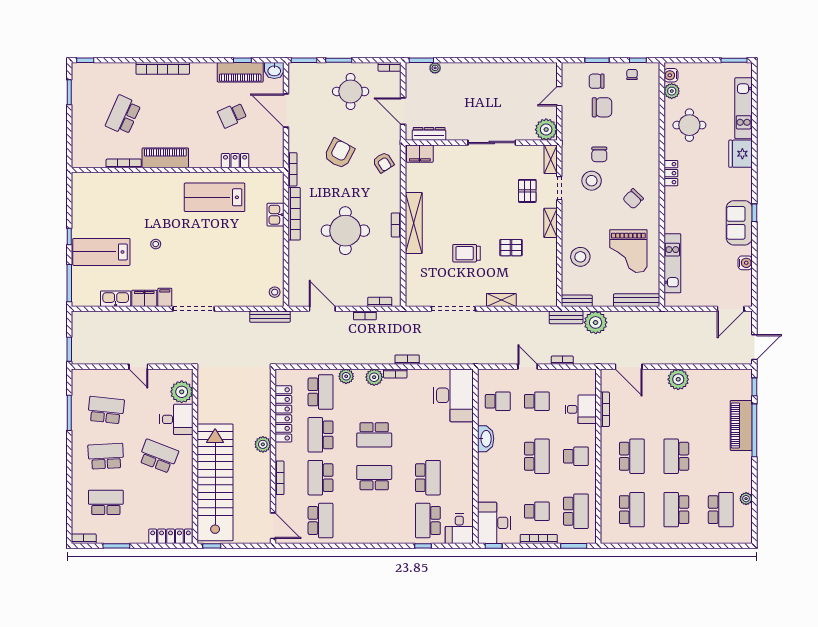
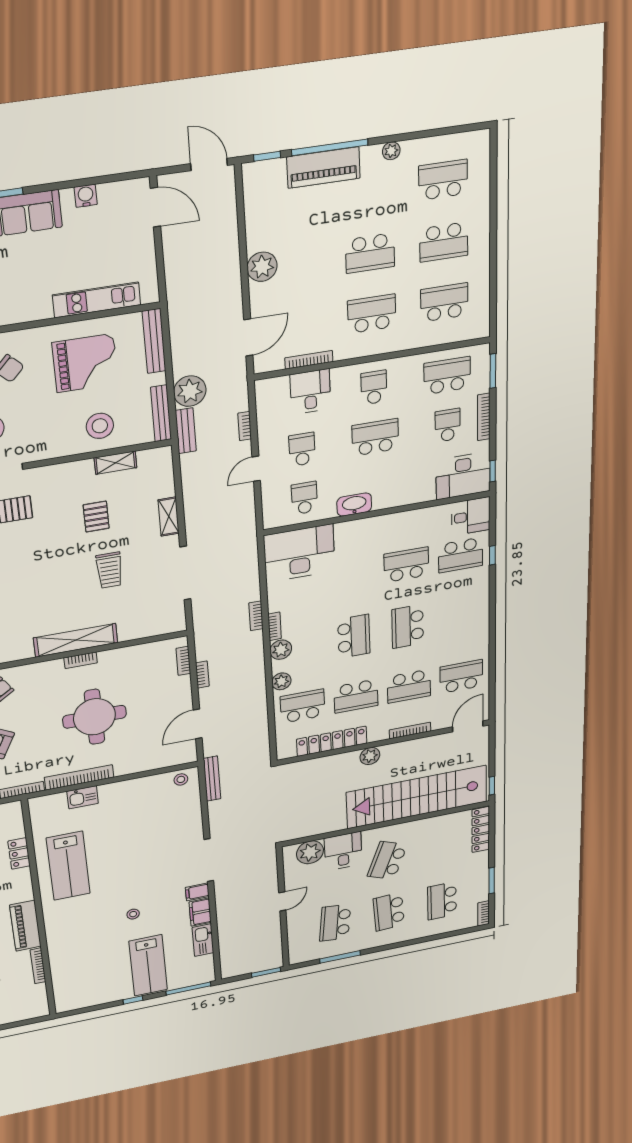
shelving: (550, 223) -> (115, 463), moved
bench: (577, 301) -> (161, 413), width x1.36
plant: (746, 499) -> (391, 151), moved

